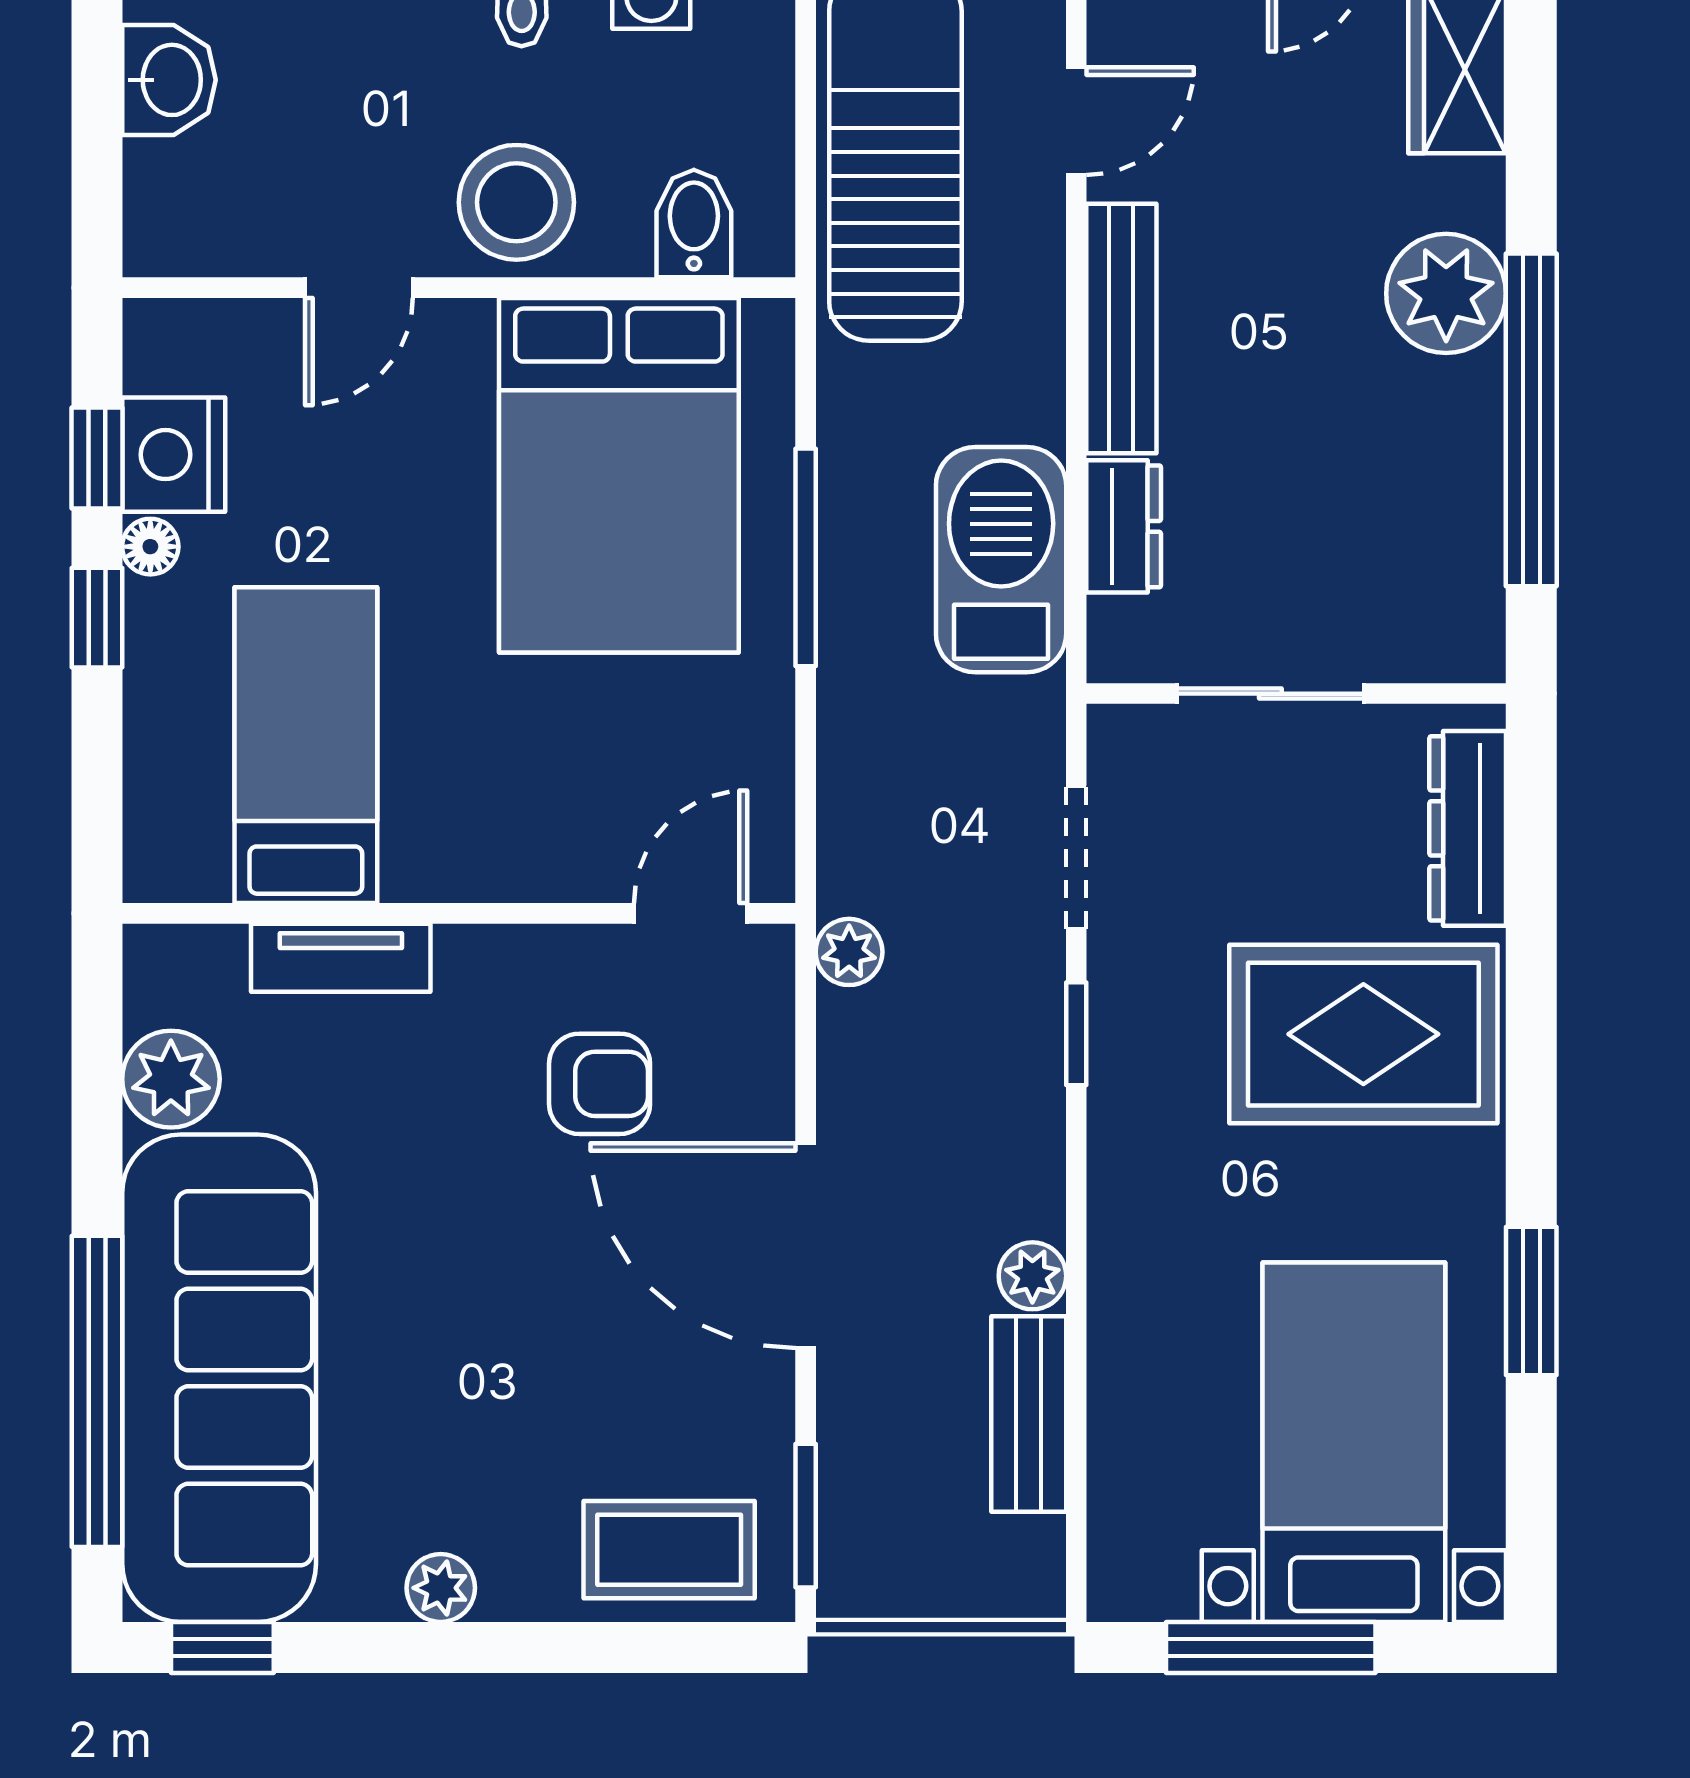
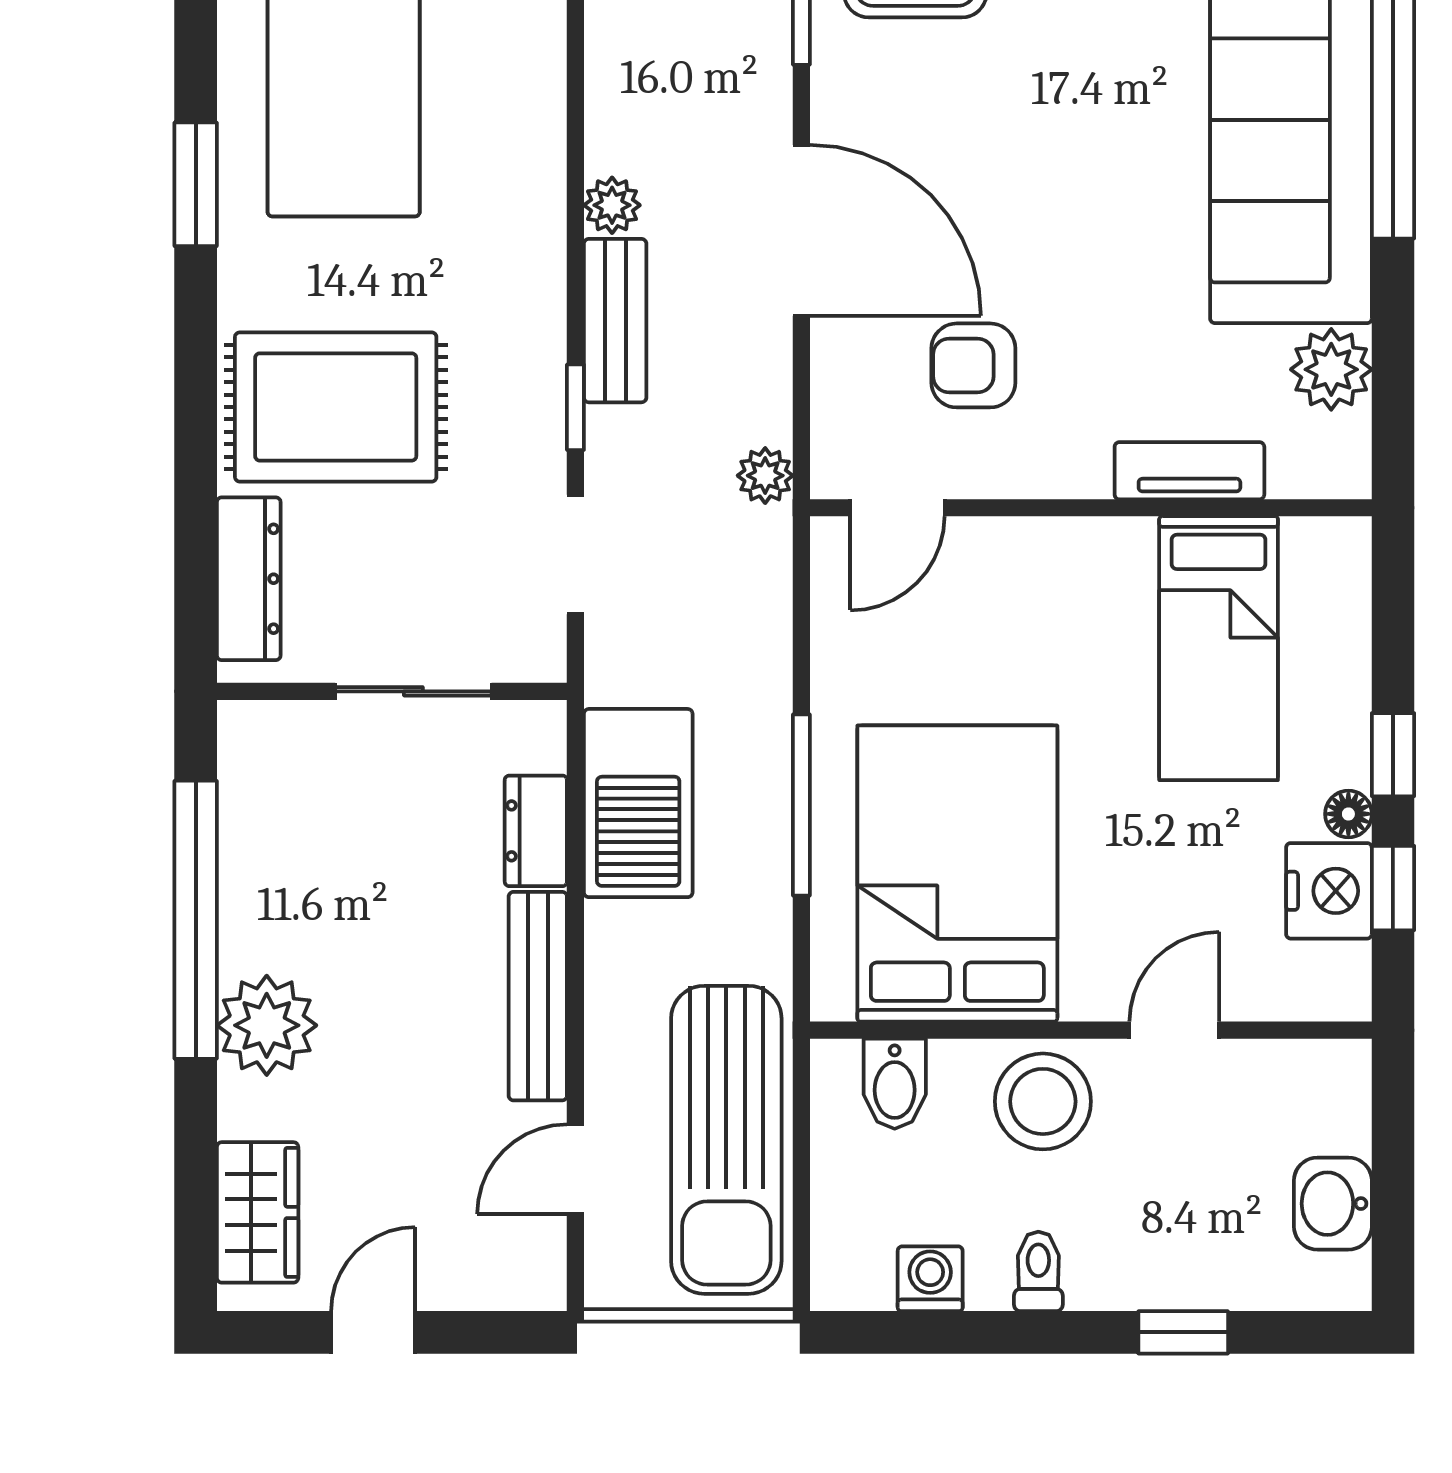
bench: (1029, 1414) -> (615, 321), moved

